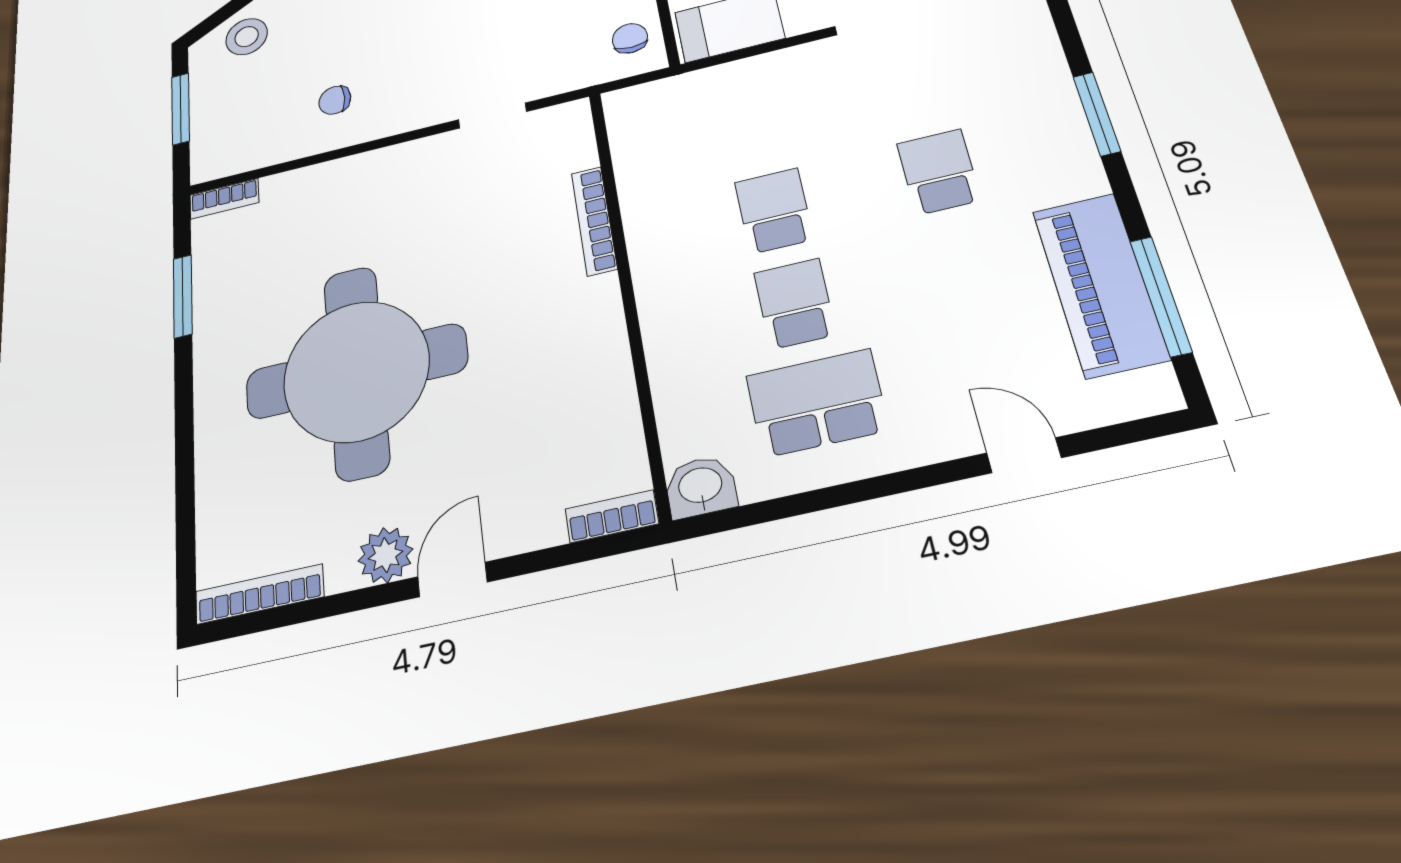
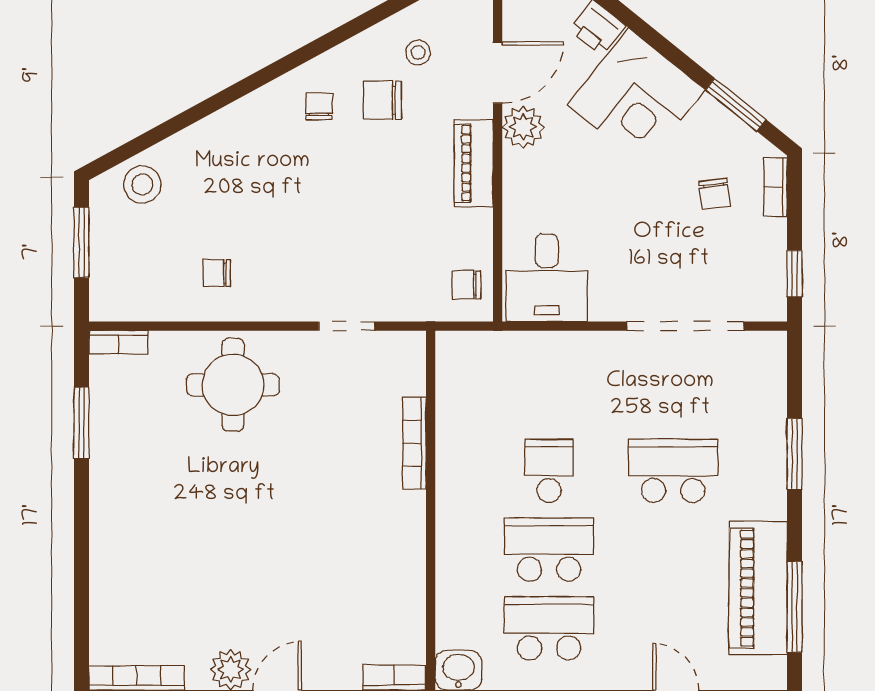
chair: (630, 38) -> (466, 285), turned -90
school desk: (939, 172) -> (673, 471), width x1.85
school desk: (795, 304) -> (549, 550), width x1.85
round table: (356, 371) -> (233, 385), moved, width x0.54, depth x0.54

